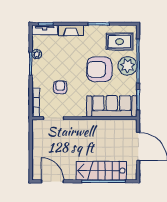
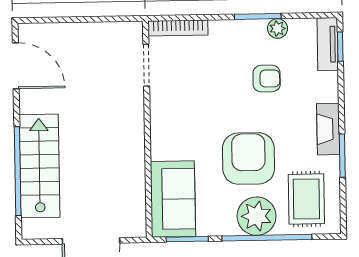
fireplace: (71, 30) -> (328, 129), moved
armchair: (60, 87) -> (267, 79), moved
sofa: (112, 106) -> (173, 199), width x0.73
door: (53, 181) -> (16, 66), hinge flipped

